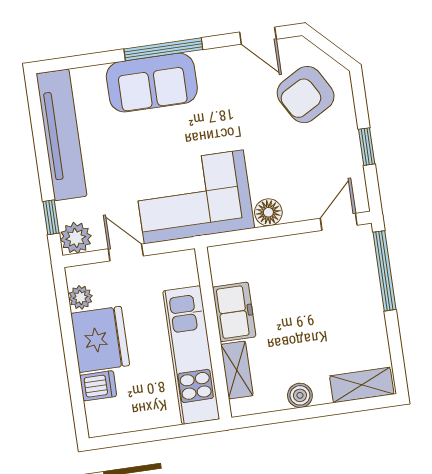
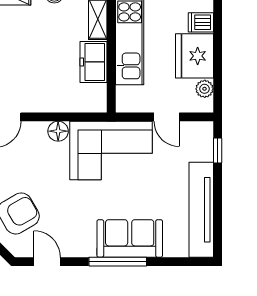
plant: (76, 238) -> (202, 133), removed

